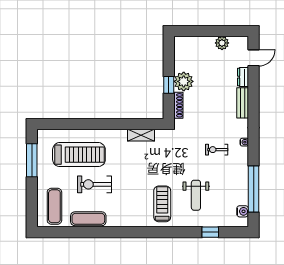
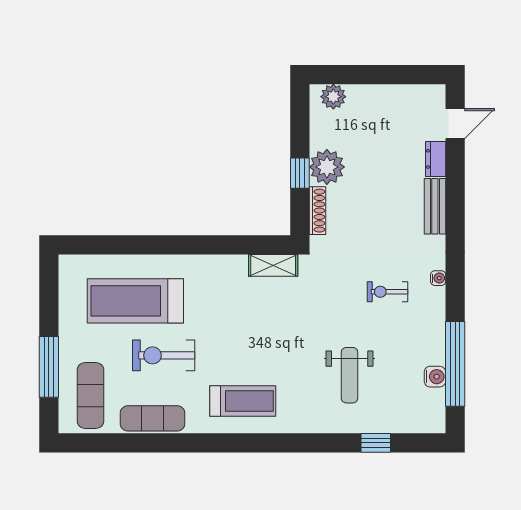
plant: (222, 43) -> (333, 97), moved
shelving: (141, 135) -> (273, 265), moved
treadmill: (79, 155) -> (135, 301), turned 180
window: (32, 160) -> (49, 367), moved
treadmill: (162, 204) -> (243, 401), moved, turned 90
water cooler: (243, 211) -> (435, 377), moved

